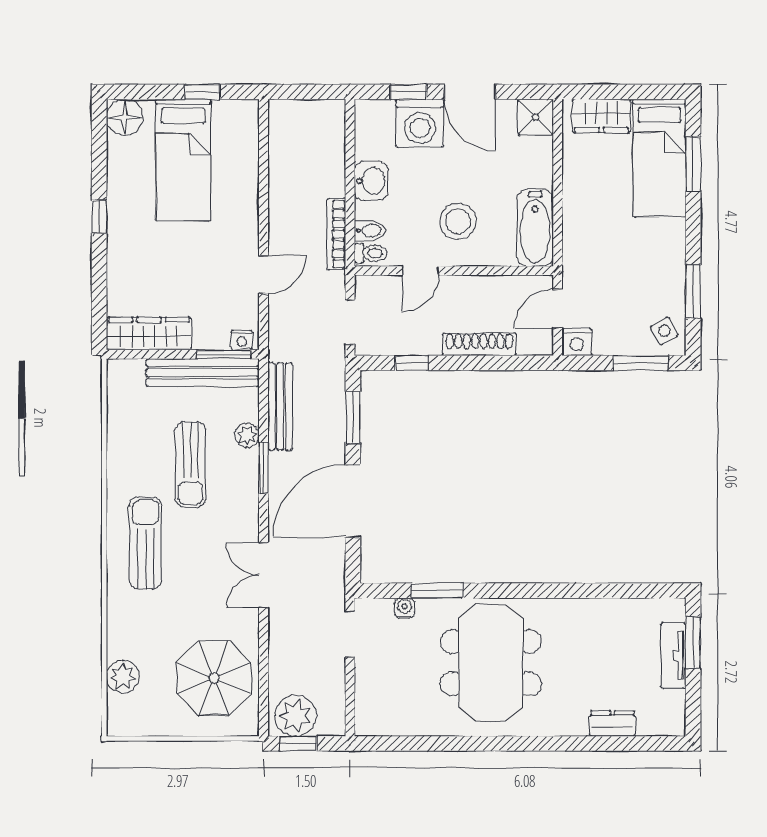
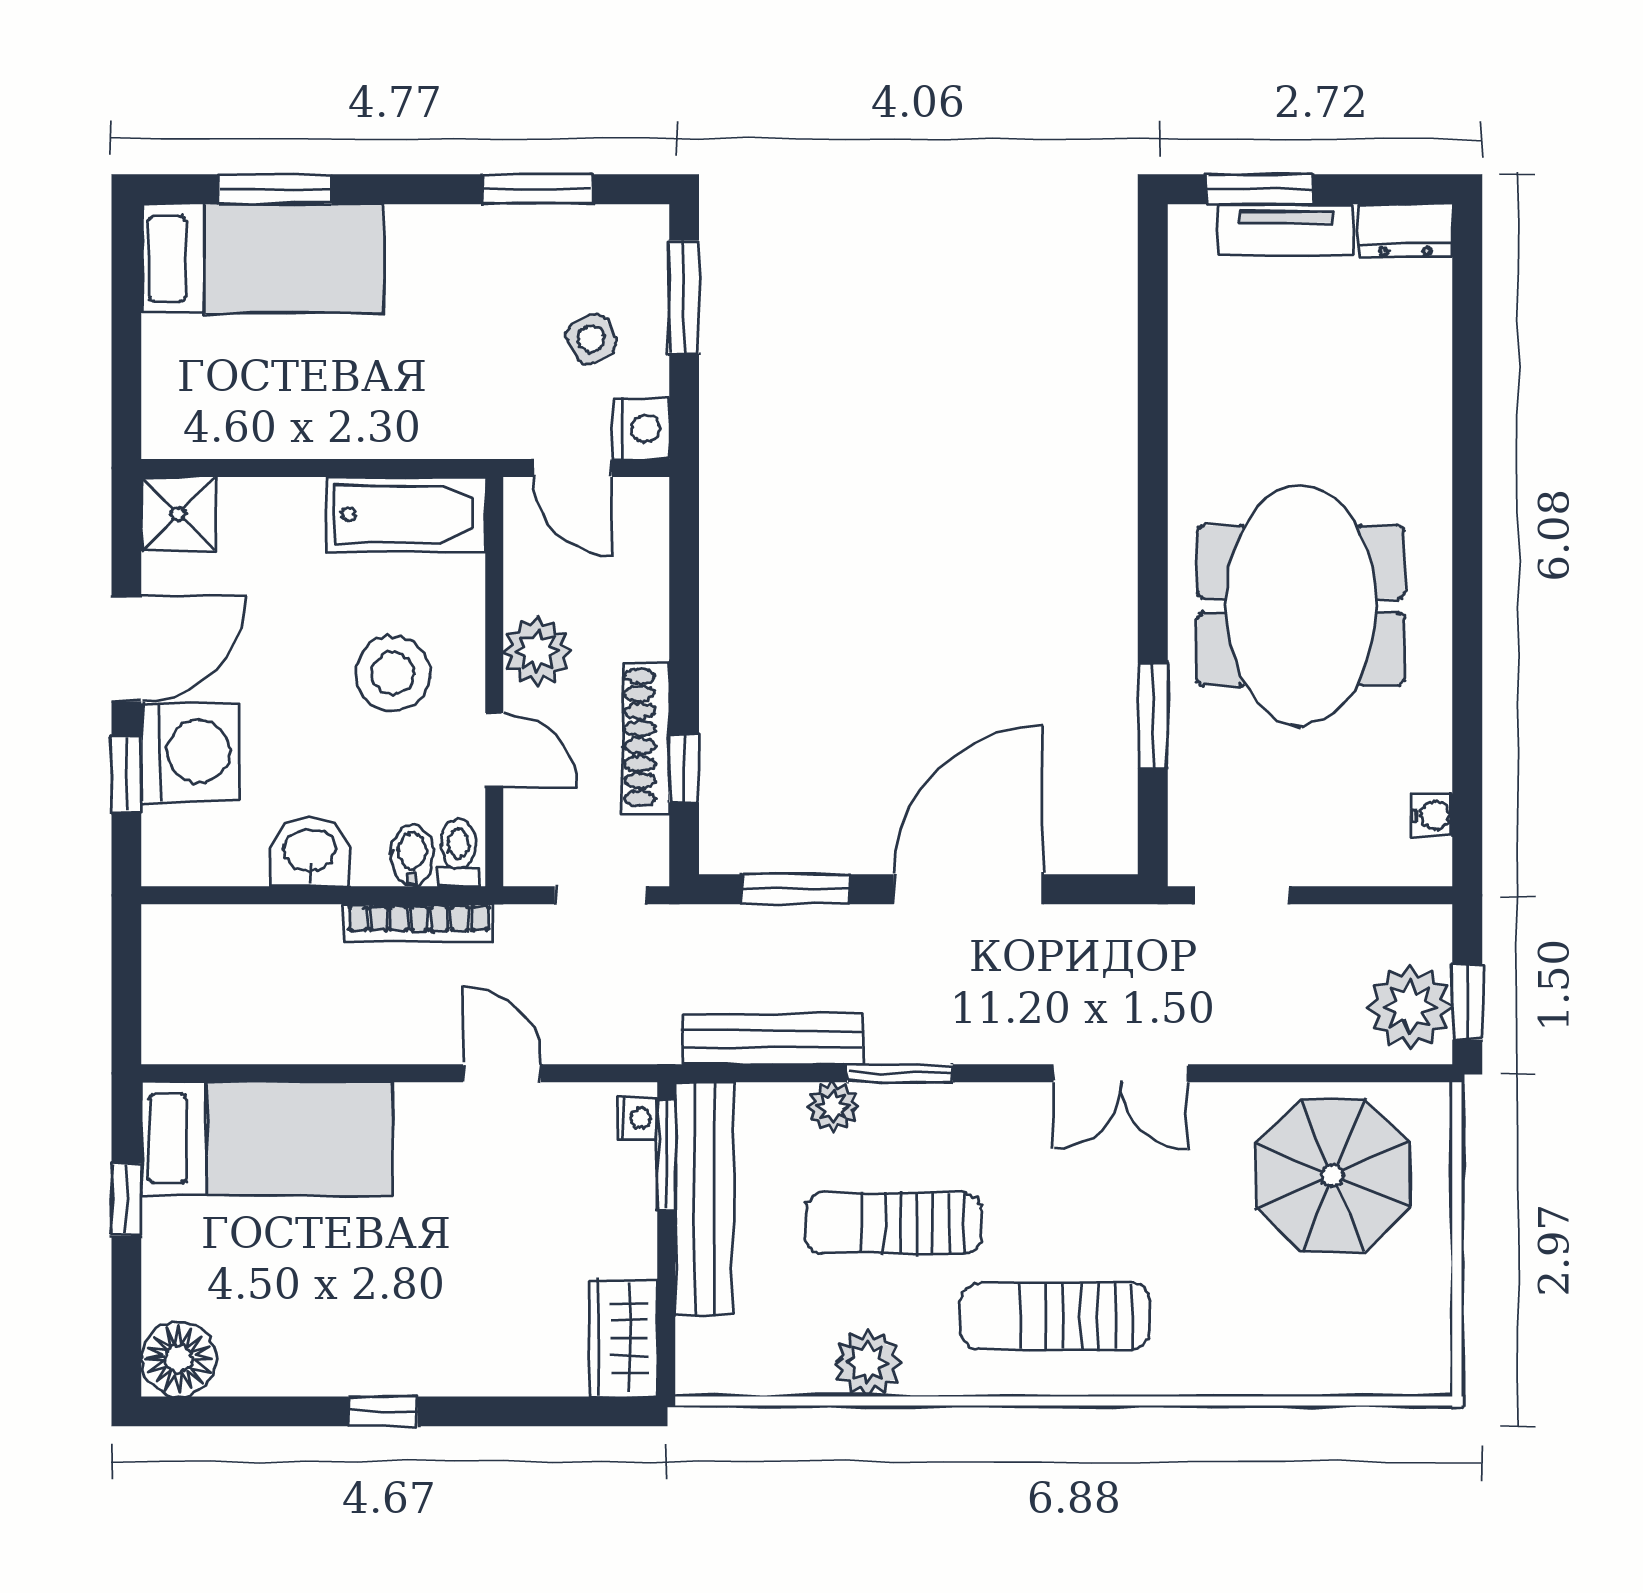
wardrobe: (602, 116) -> (176, 378), removed
bed: (183, 160) -> (267, 1139), moved
plant: (469, 291) -> (537, 651), added
side table: (664, 331) -> (591, 339), moved
wardrobe: (149, 333) -> (624, 1338), width x0.67
shoe rack: (479, 344) -> (646, 737), moved
sun lounger: (191, 464) -> (893, 1223), turned 180
door: (353, 501) -> (968, 889), swing flipped
water cooler: (404, 608) -> (1432, 815), moved, turned 180
meeting table: (491, 663) -> (1301, 606), turned 90
plant: (123, 676) -> (868, 1363), moved
dresser: (612, 723) -> (1405, 231), moved, turned -90

